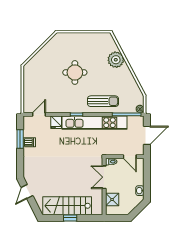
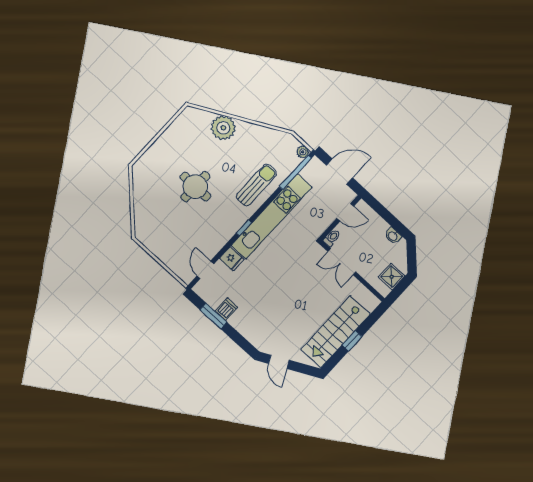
door: (147, 135) -> (339, 171), hinge flipped
shower: (112, 200) -> (392, 277), moved

